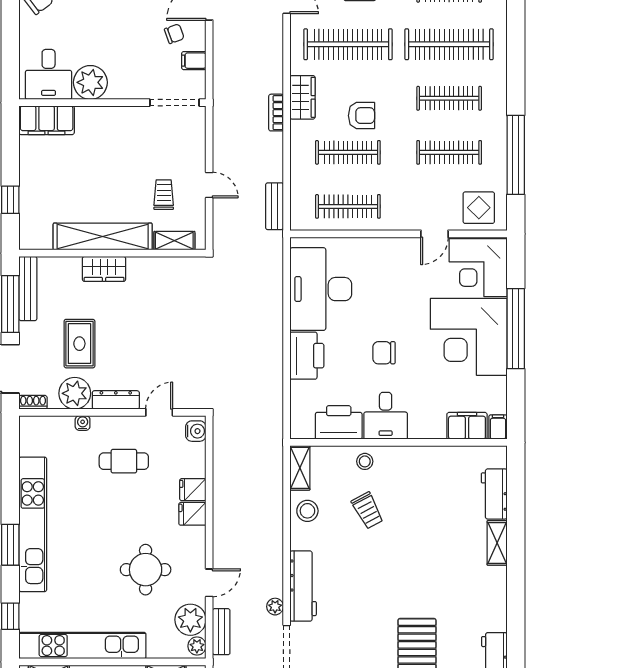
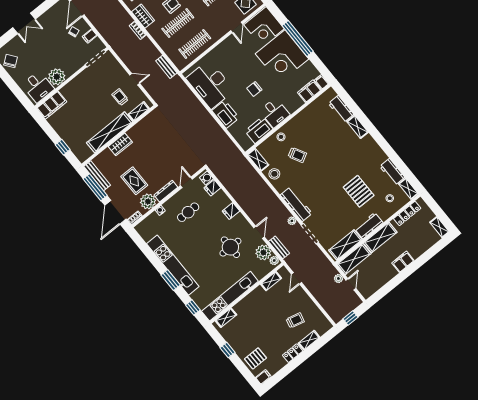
fridge: (193, 490) -> (212, 188), moved

